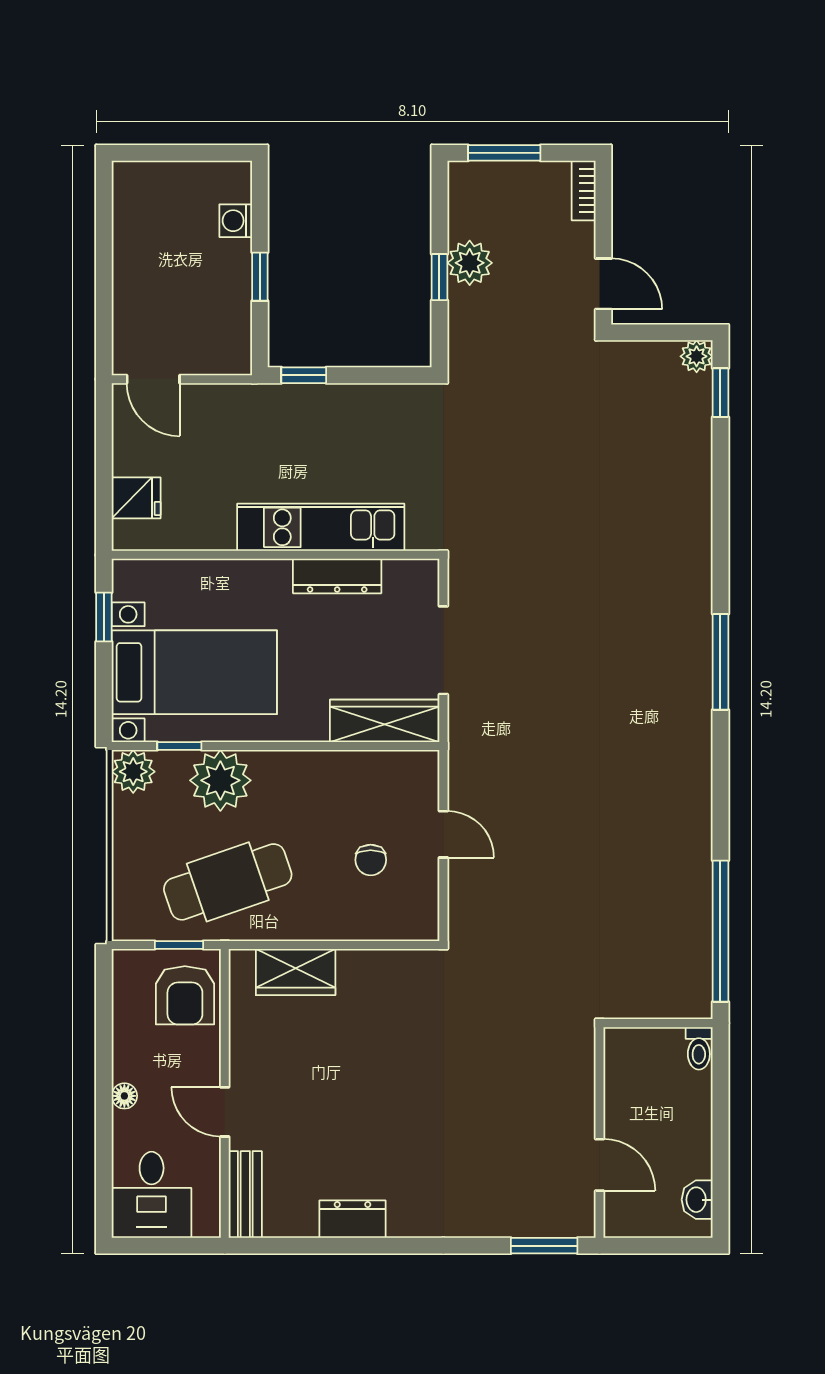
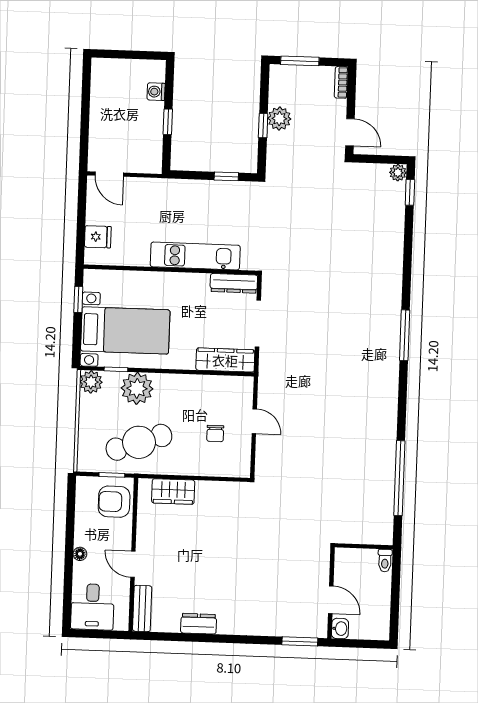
window: (304, 375) -> (226, 176), moved
dresser: (337, 576) -> (234, 283), moved
armchair: (185, 995) -> (114, 502), turned 90
wall: (658, 1023) -> (364, 546), moved
toilet: (699, 1048) -> (385, 561), moved
washbasin: (697, 1200) -> (340, 629), moved, turned 180

